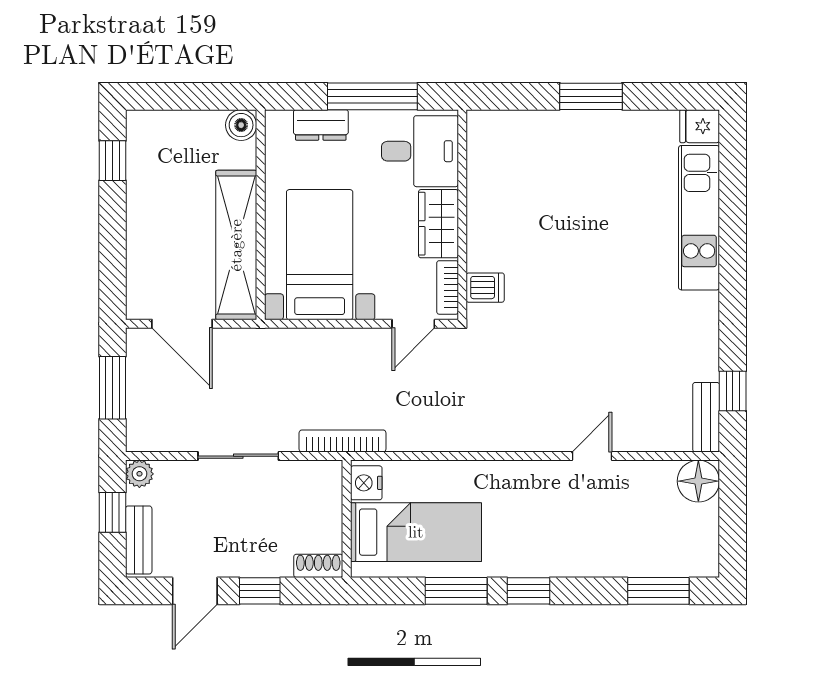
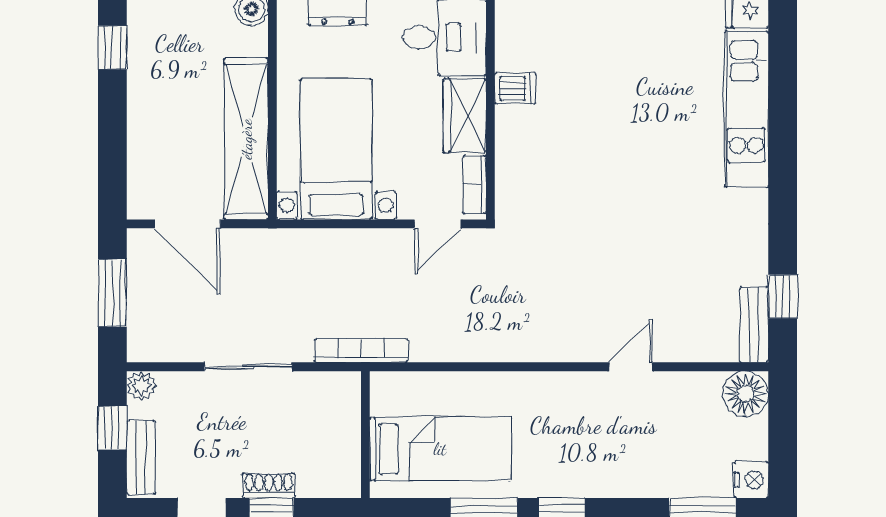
dishwasher: (485, 288) -> (515, 88), moved
nightstand: (366, 483) -> (751, 480), moved, turned 180
shoe rack: (318, 566) -> (269, 485), moved

